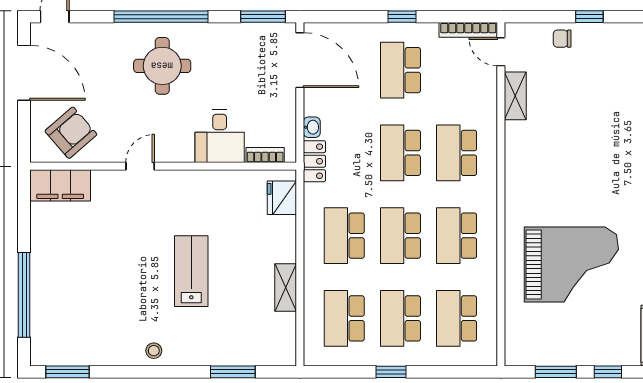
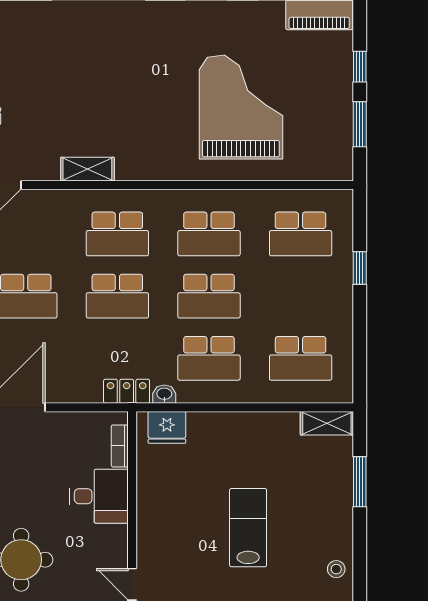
shelving: (515, 96) -> (87, 169), moved
washbasin: (312, 127) -> (164, 394), moved
lab bench: (191, 271) -> (248, 528), turned 90
shelving: (286, 288) -> (327, 423), moved
school desk: (400, 318) -> (301, 296), removed
window: (391, 372) -> (360, 268), moved

